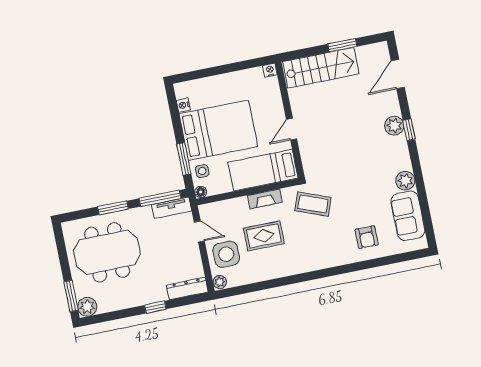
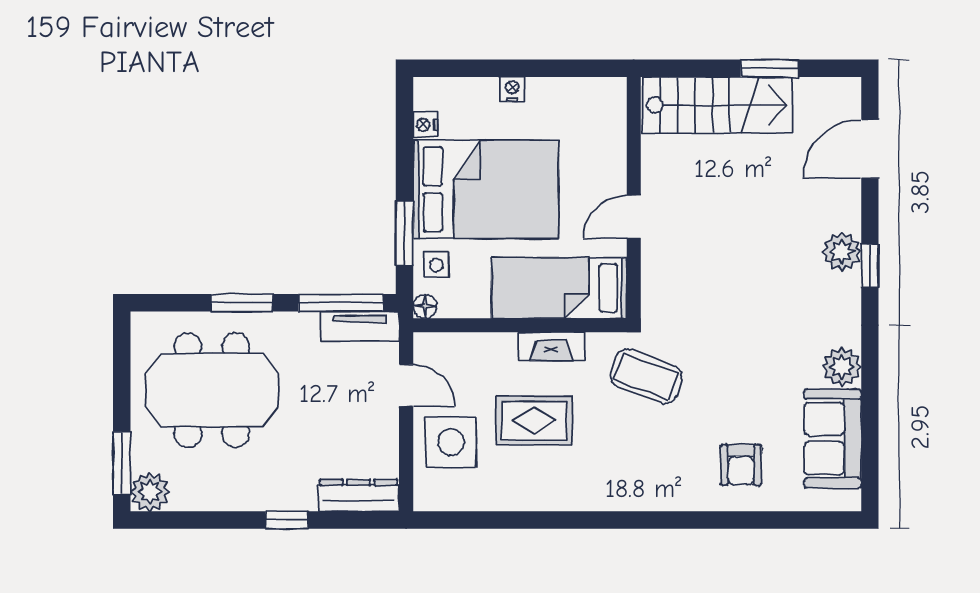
nightstand: (270, 70) -> (512, 89), moved
plant: (220, 282) -> (427, 496), removed

